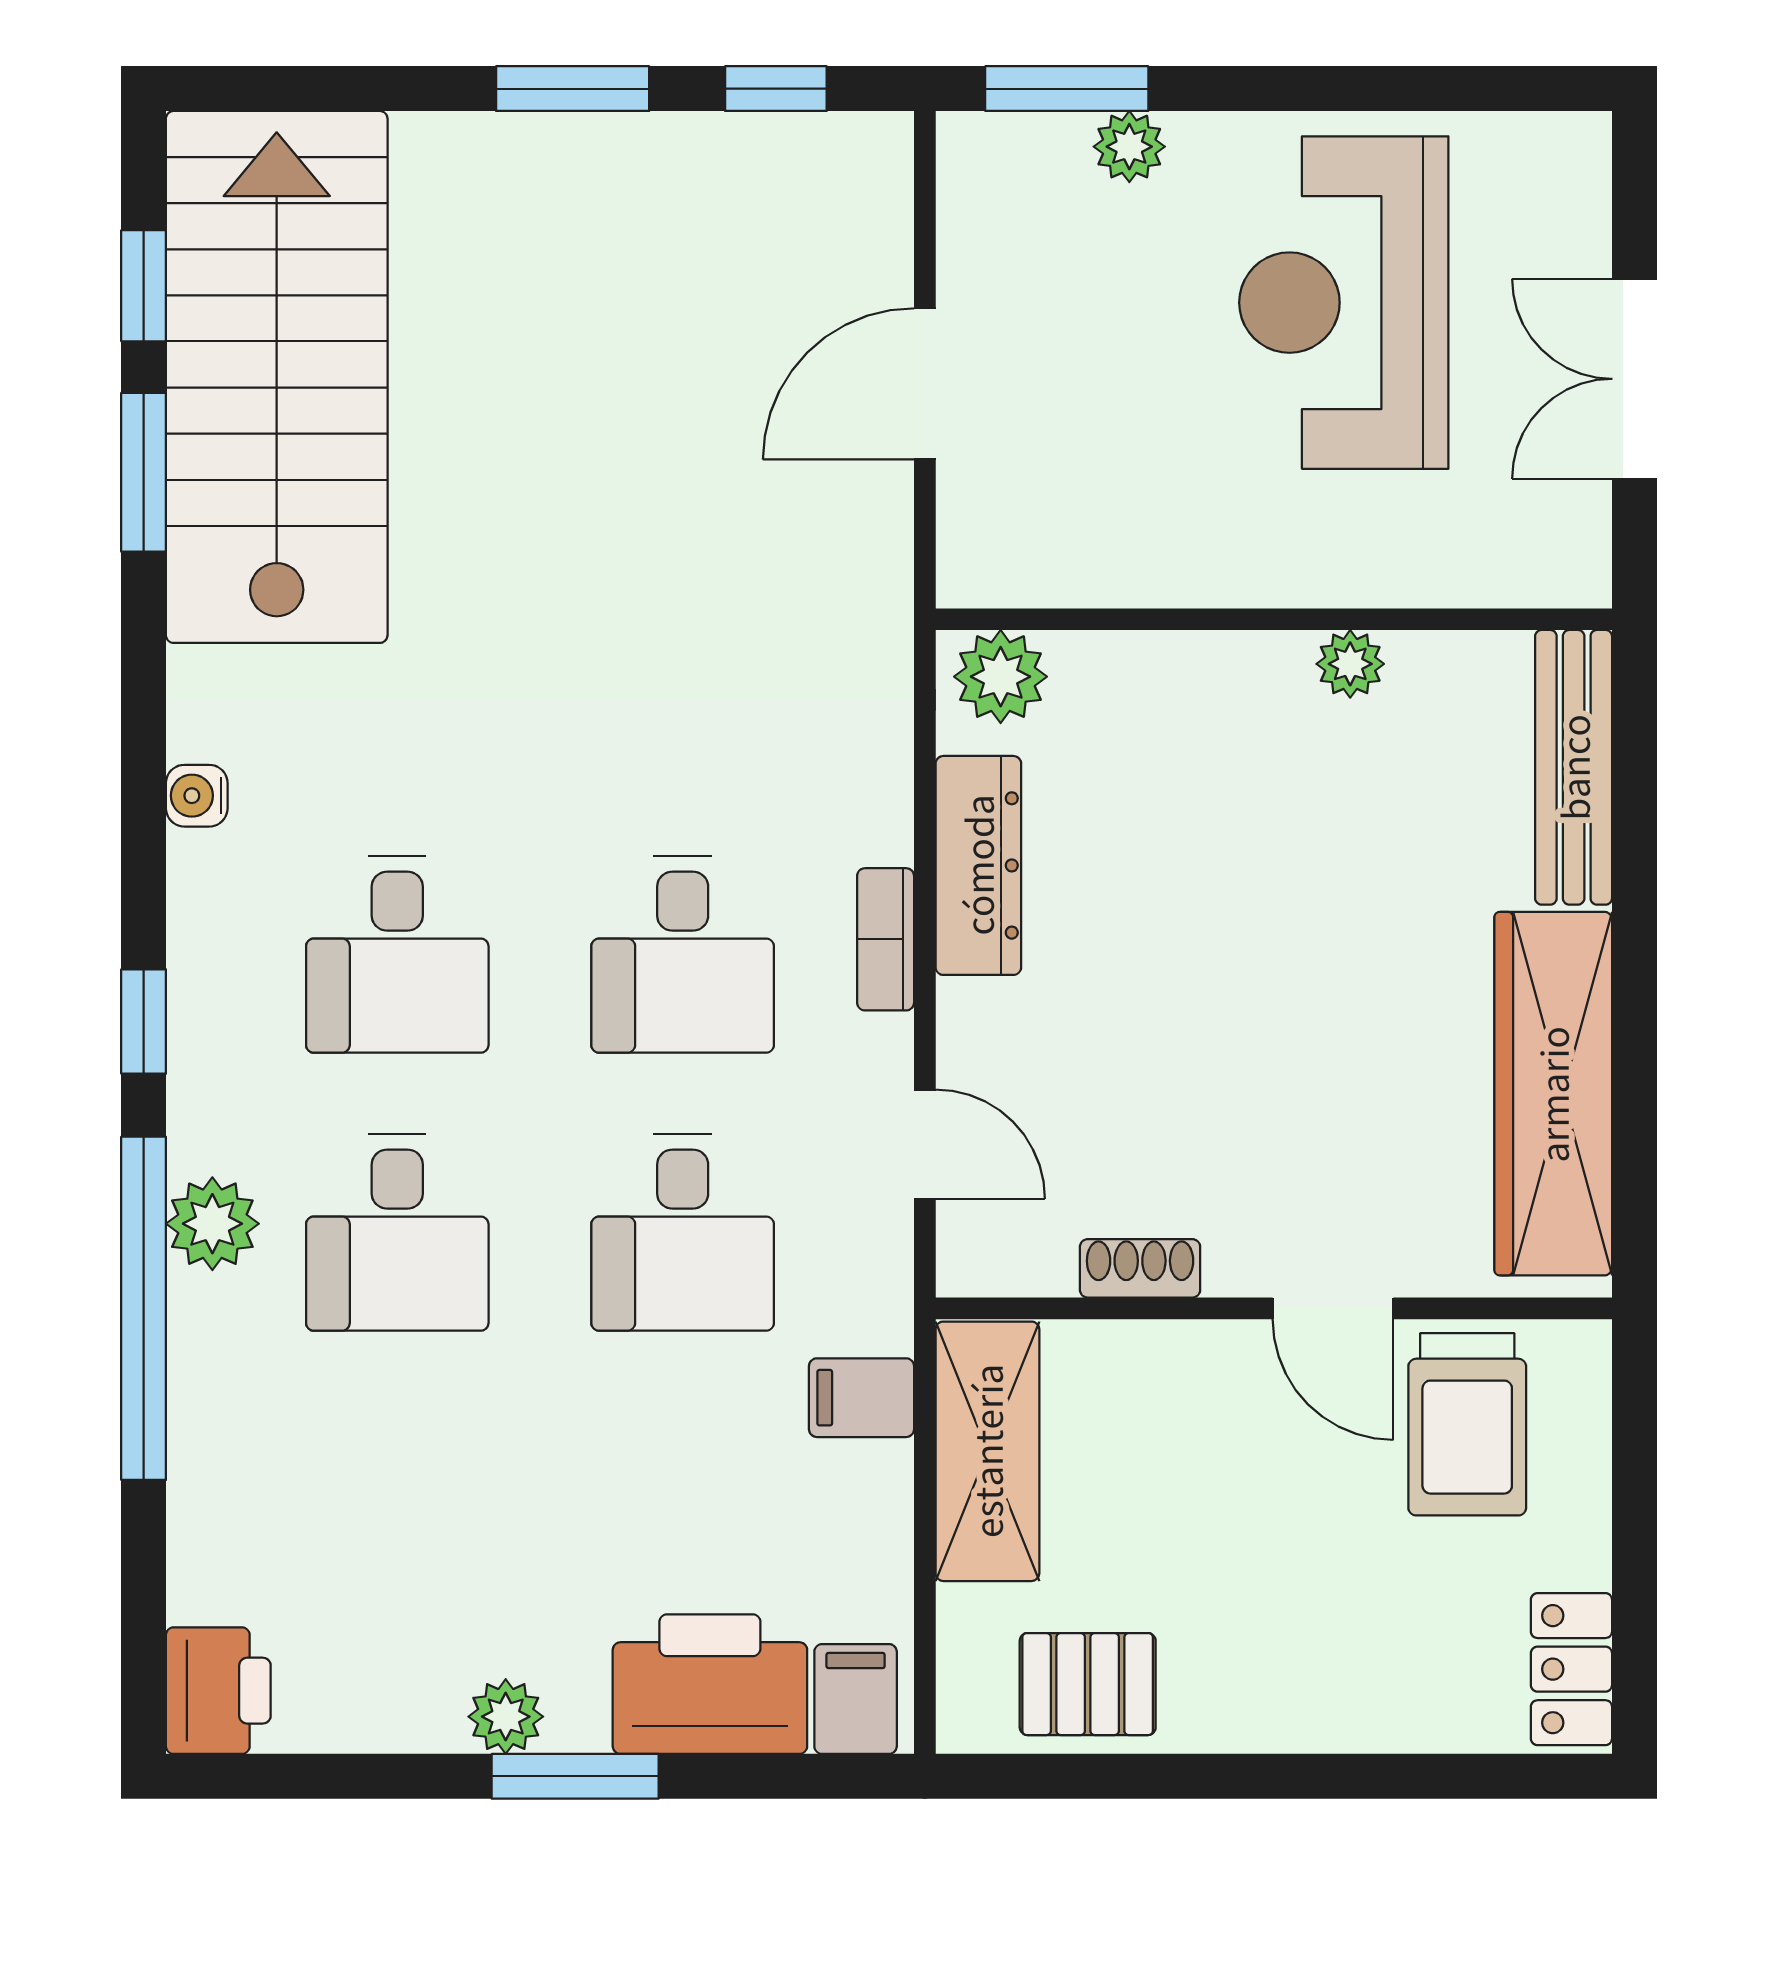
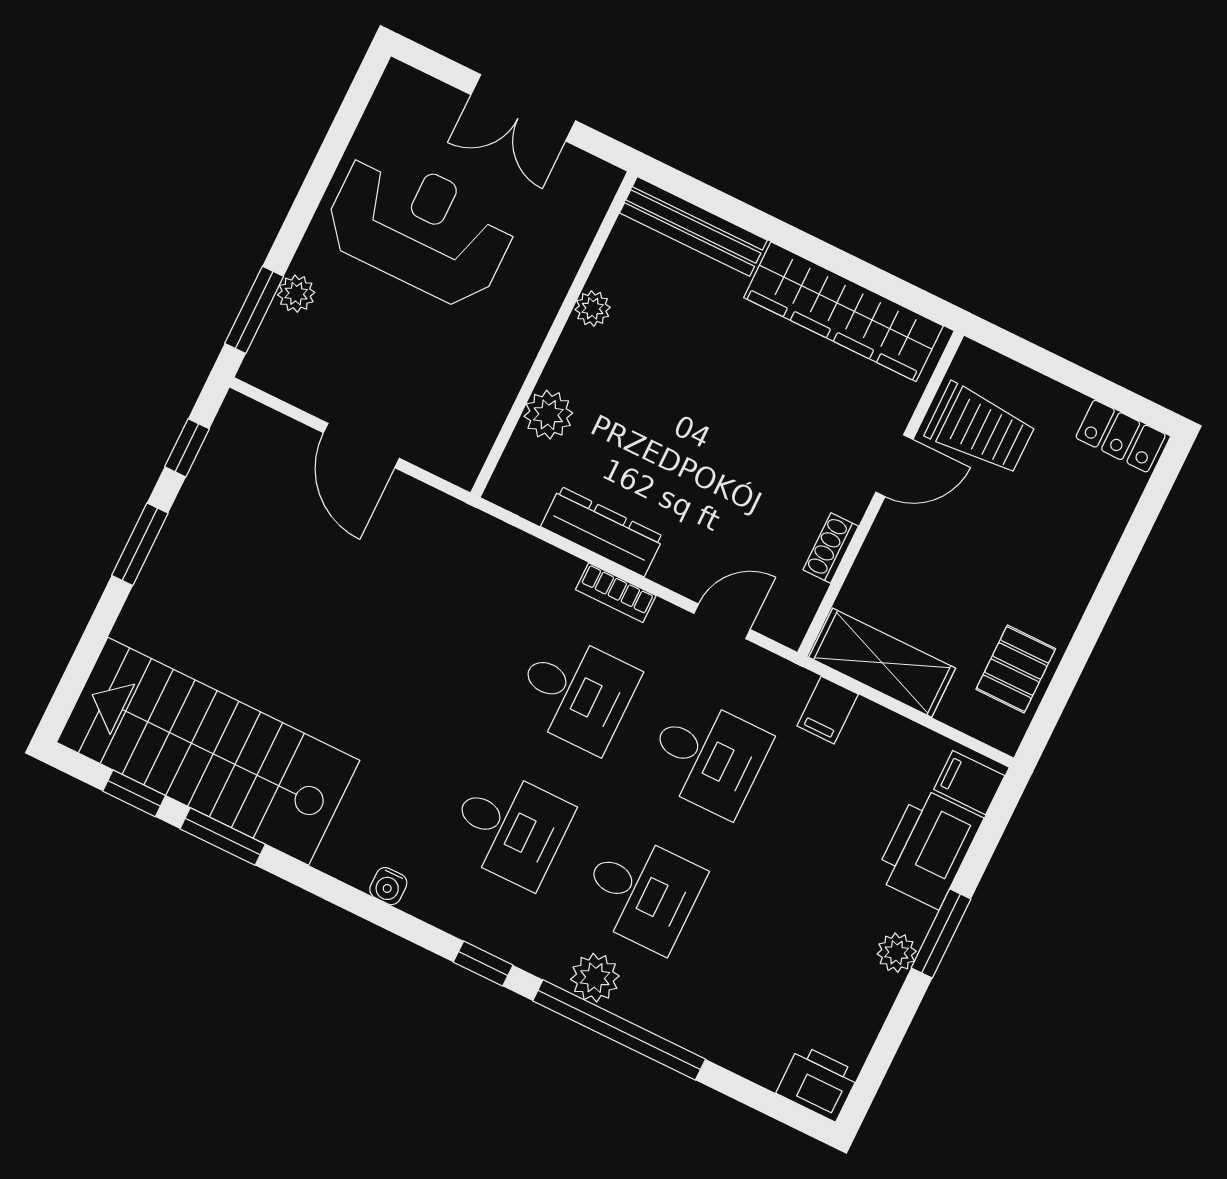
reception desk: (1344, 303) -> (420, 228), turned 180
plant: (1001, 677) -> (548, 415), moved

